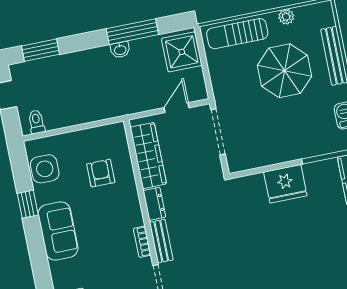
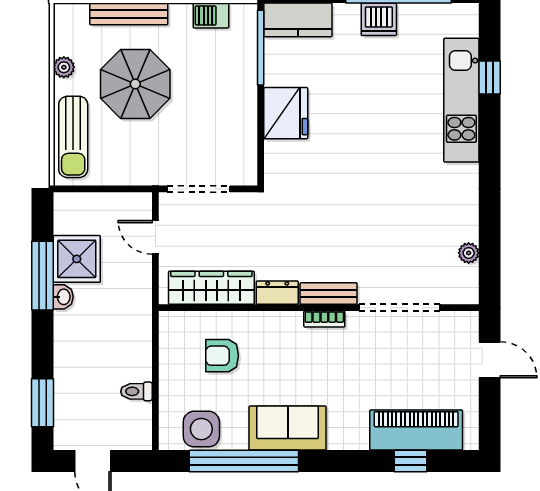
shower: (182, 52) -> (77, 259), moved
toilet: (36, 122) -> (137, 391), moved
window: (28, 204) -> (244, 461), width x3.17

